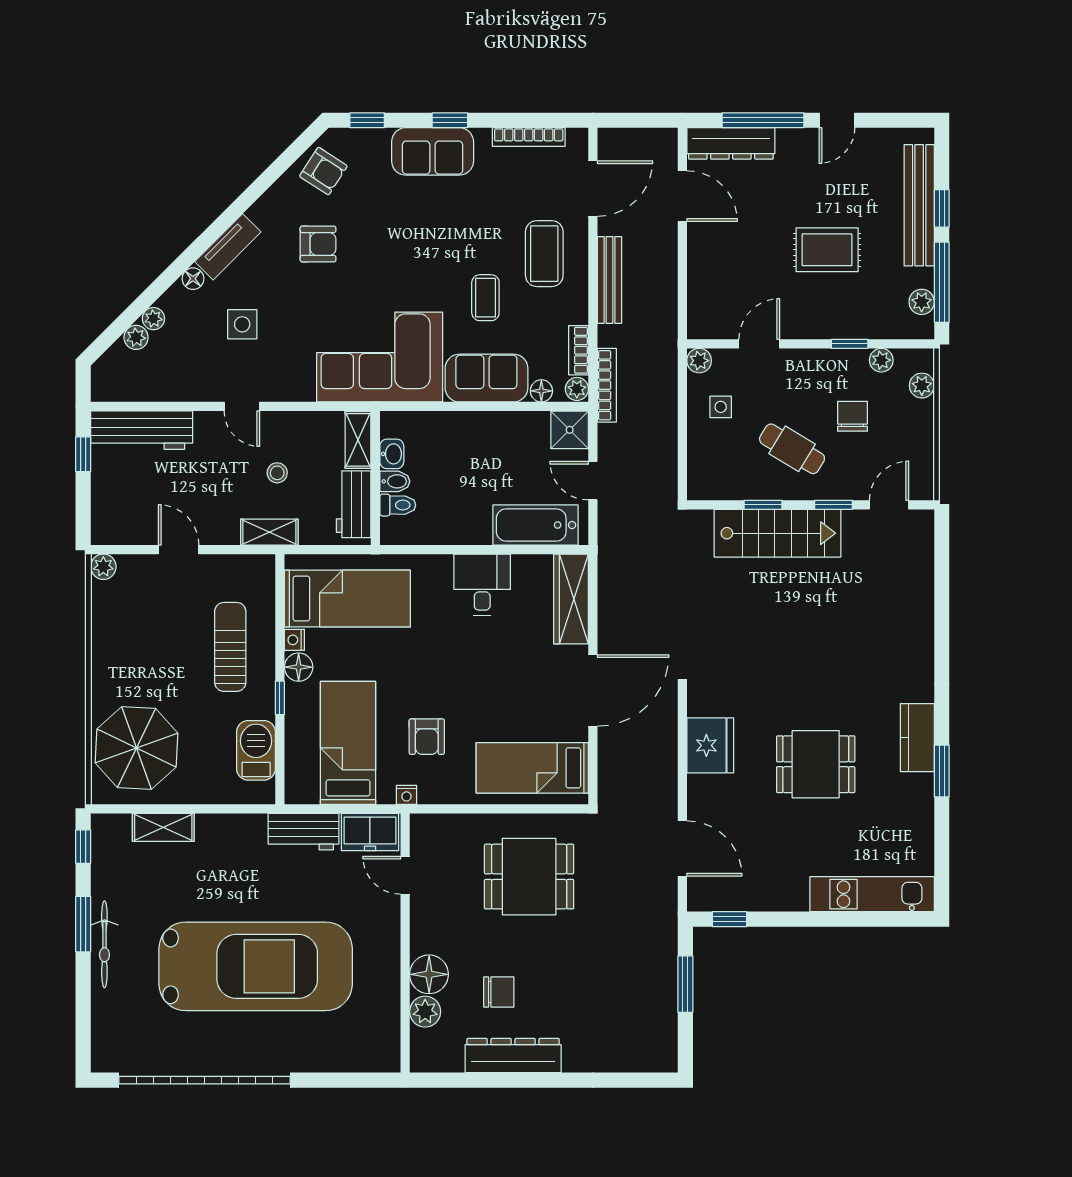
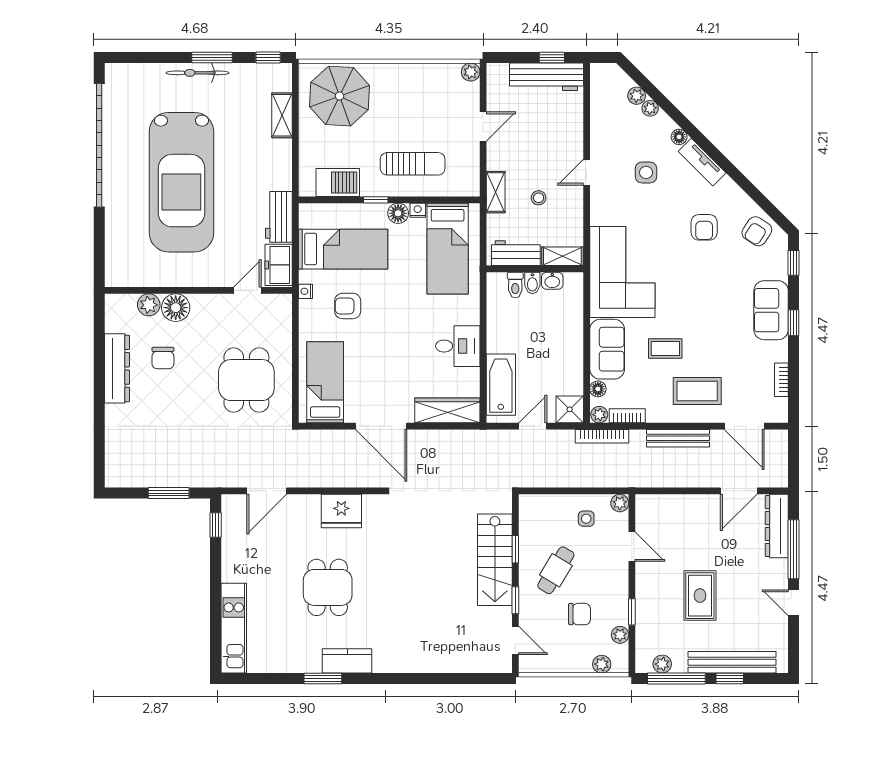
bookcase: (529, 137) -> (781, 380), width x0.64
workbench: (142, 430) -> (546, 77), moved, turned -90

